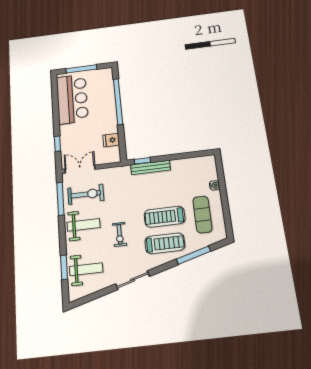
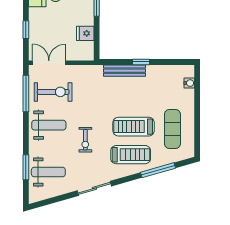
window: (142, 161) -> (141, 62), moved
water cooler: (215, 185) -> (189, 83), moved

